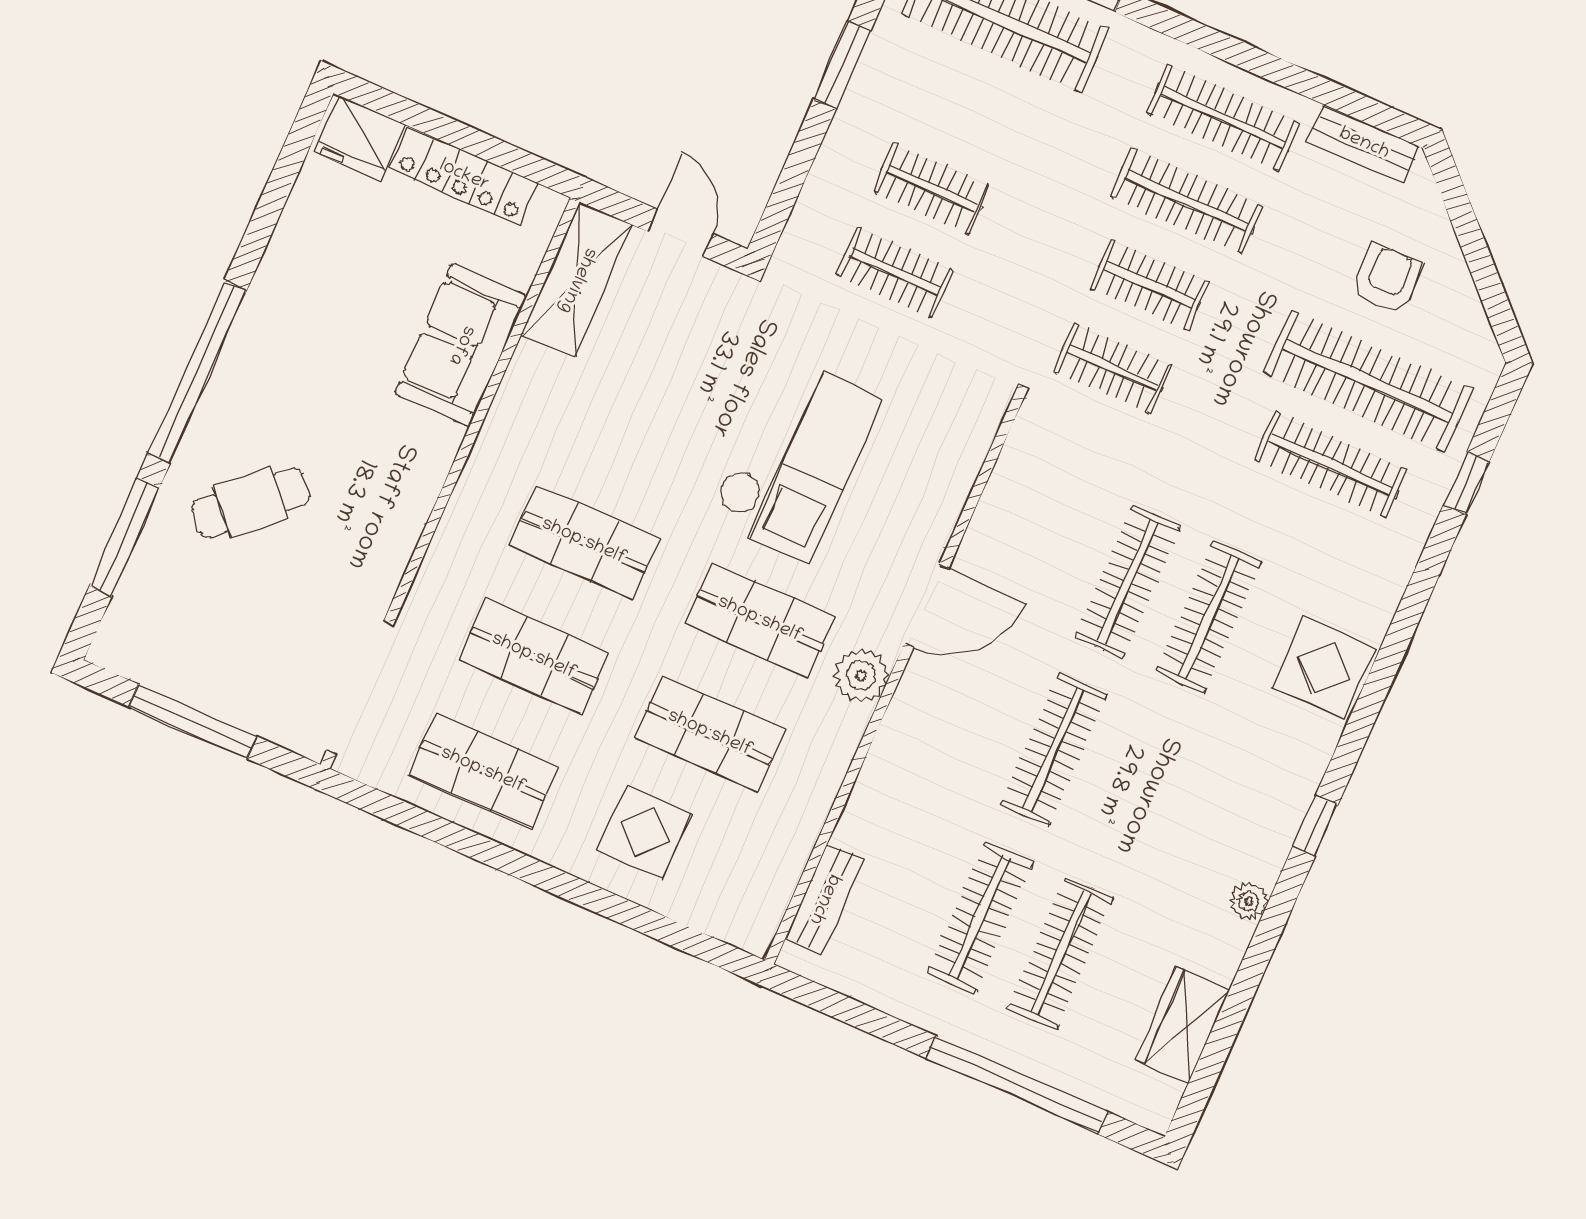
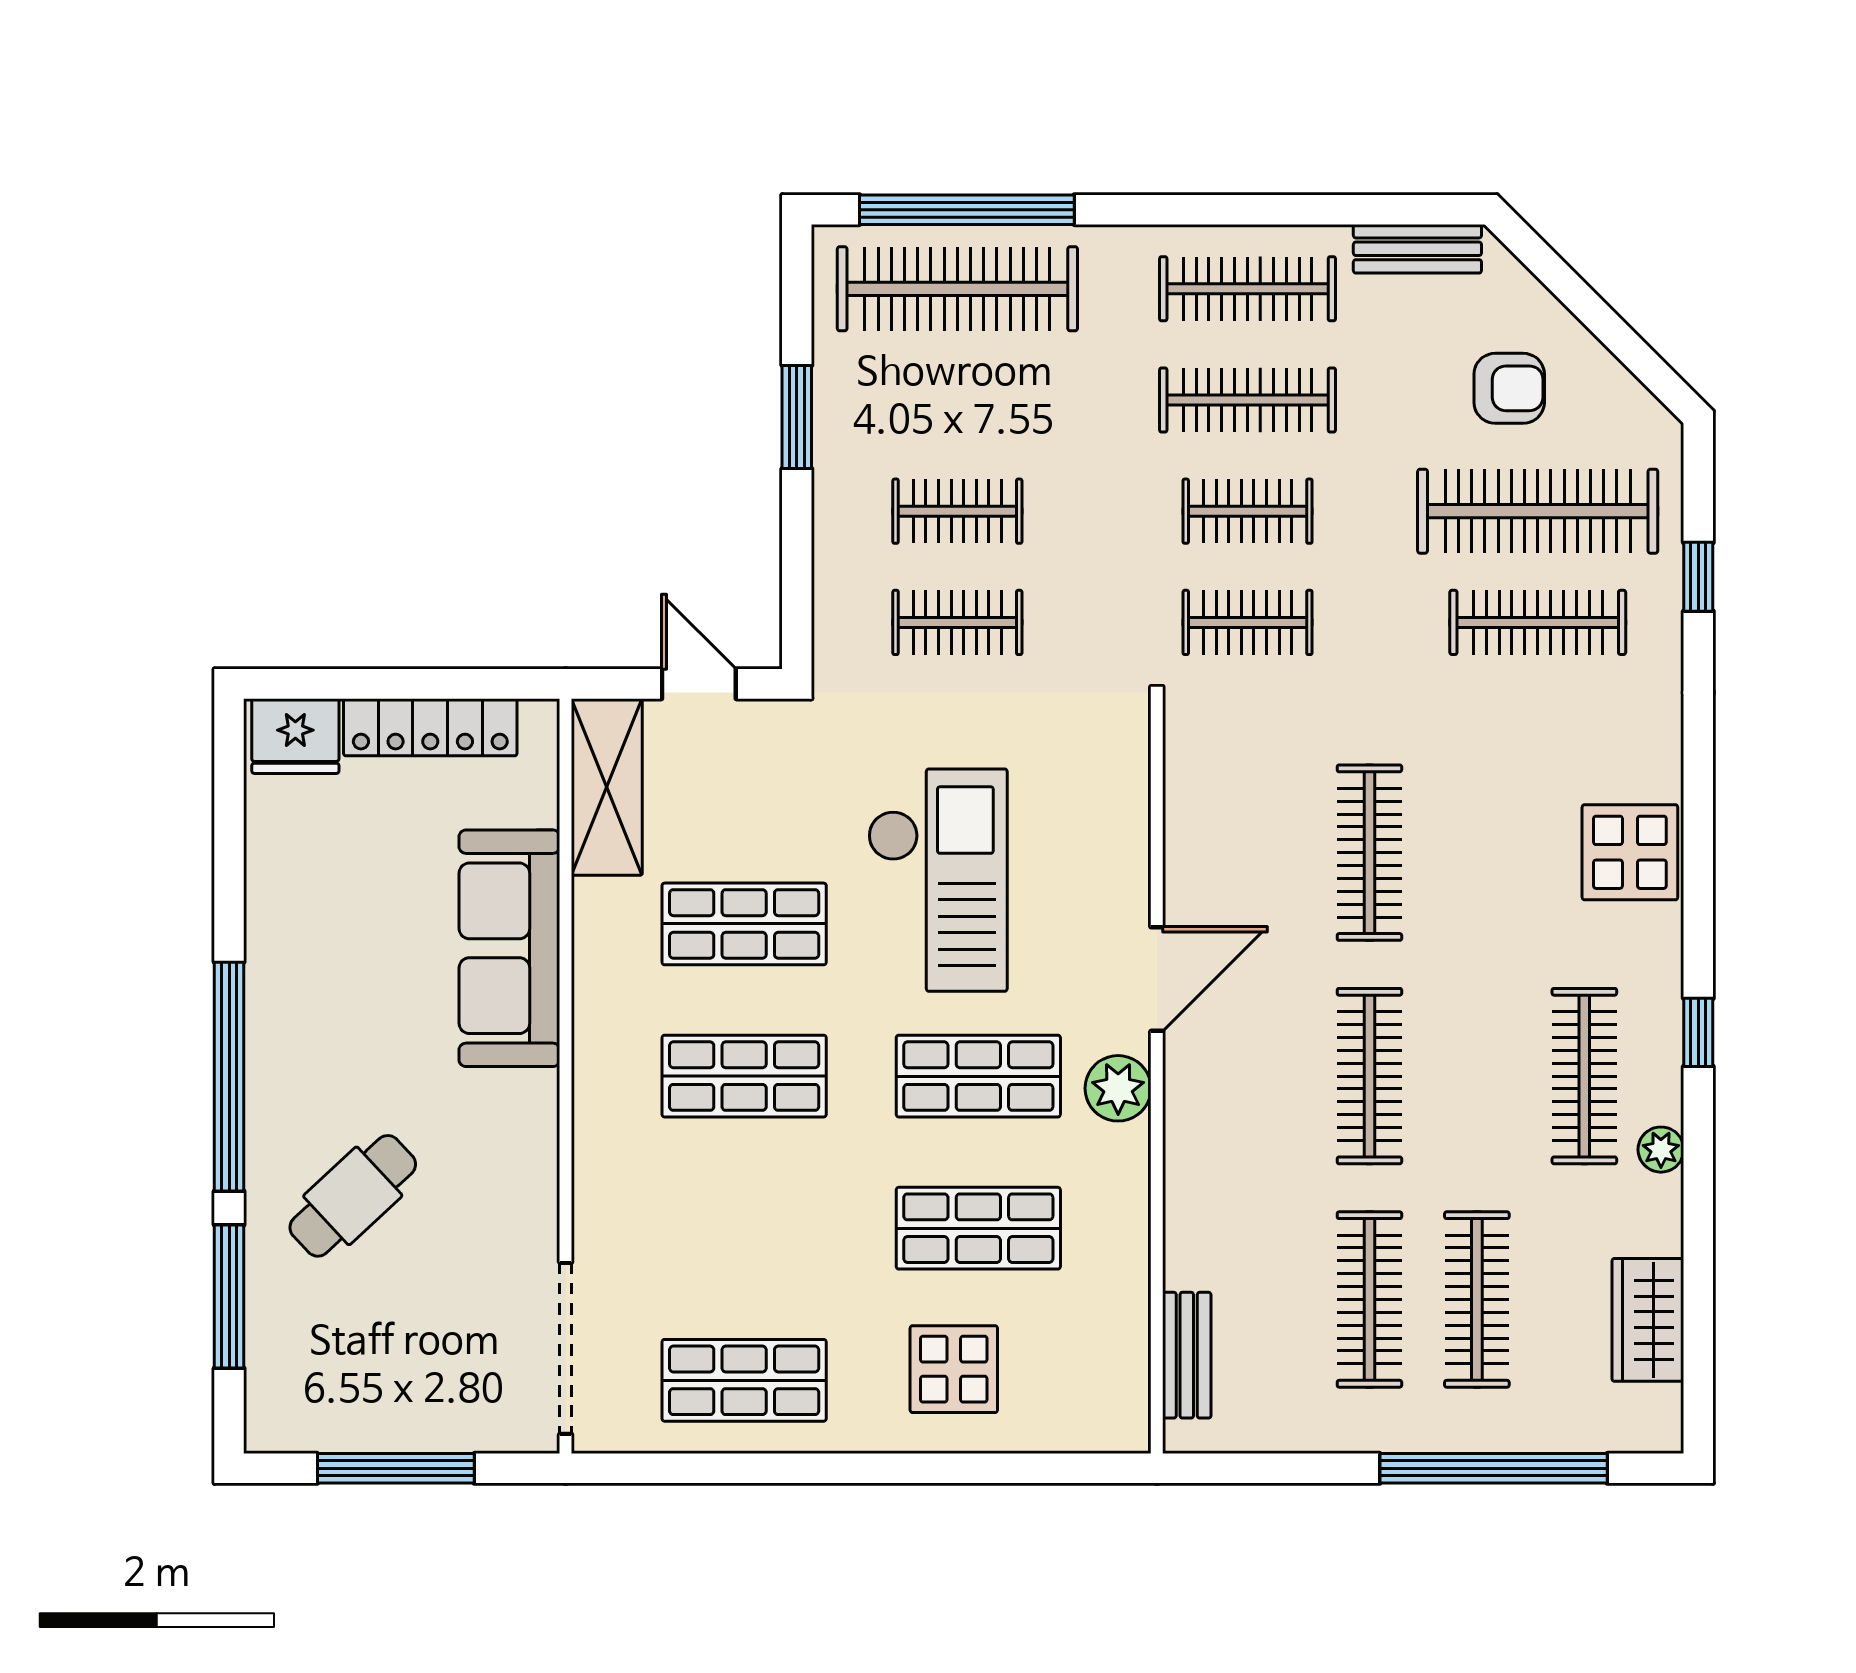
armchair: (1387, 279) -> (1509, 388), turned 90
sofa: (461, 345) -> (509, 948), width x1.36
clothes rail: (1209, 617) -> (1584, 1076), moved
shop shelf: (534, 657) -> (744, 924), moved

